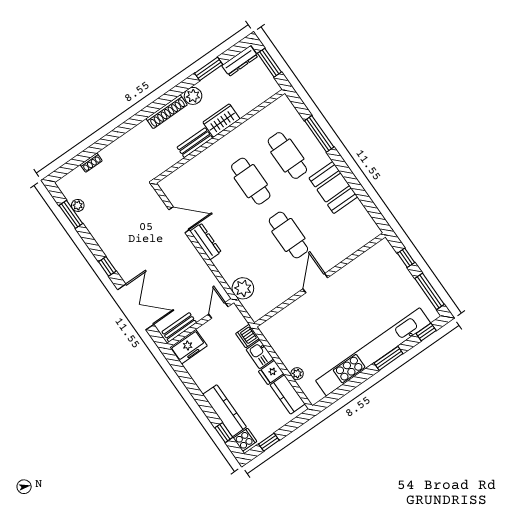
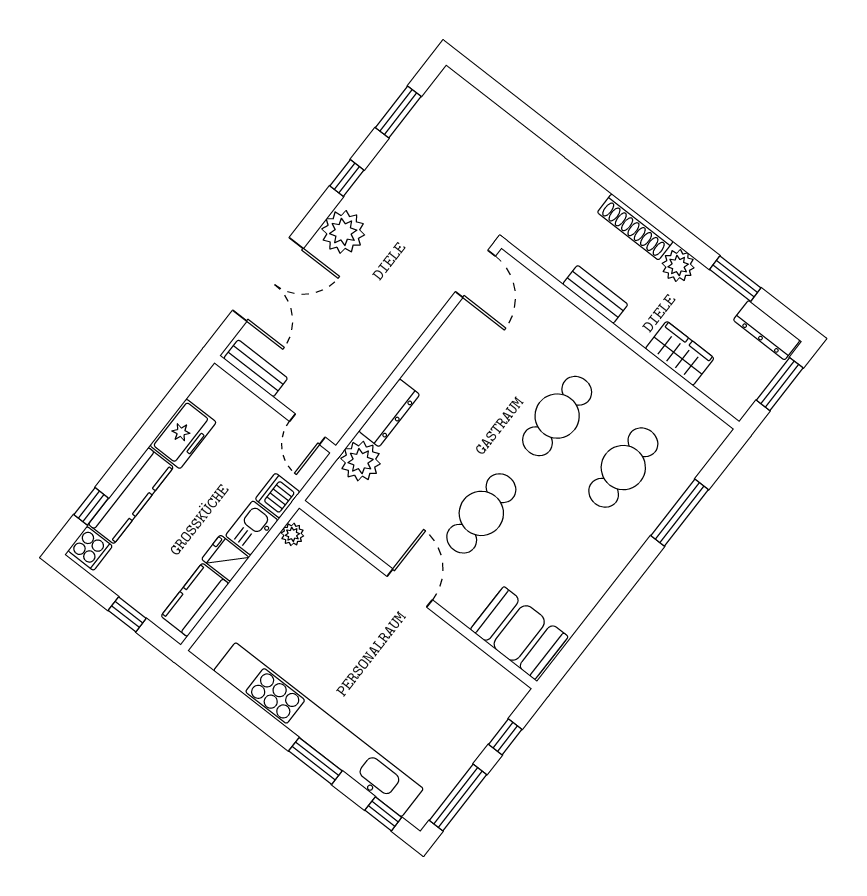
wardrobe: (221, 121) -> (680, 353), moved
shoe rack: (91, 163) -> (502, 120), removed
booth: (333, 188) -> (519, 633), moved, turned 90
plant: (78, 205) -> (343, 232), moved, width x1.88, depth x1.88
door: (179, 220) -> (475, 274), moved
dresser: (205, 241) -> (389, 413), moved
window: (107, 266) -> (347, 178), moved
door: (315, 283) -> (410, 588), hinge flipped
door: (218, 310) -> (307, 429), swing flipped
freezer: (188, 347) -> (183, 434), moved, turned -90
plant: (297, 374) -> (292, 534), moved
window: (269, 442) -> (127, 614), moved

